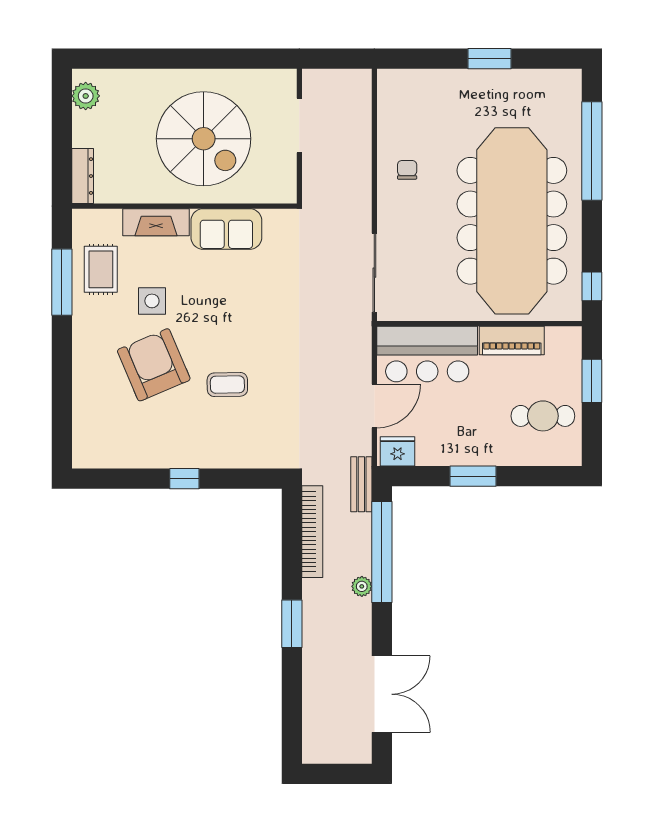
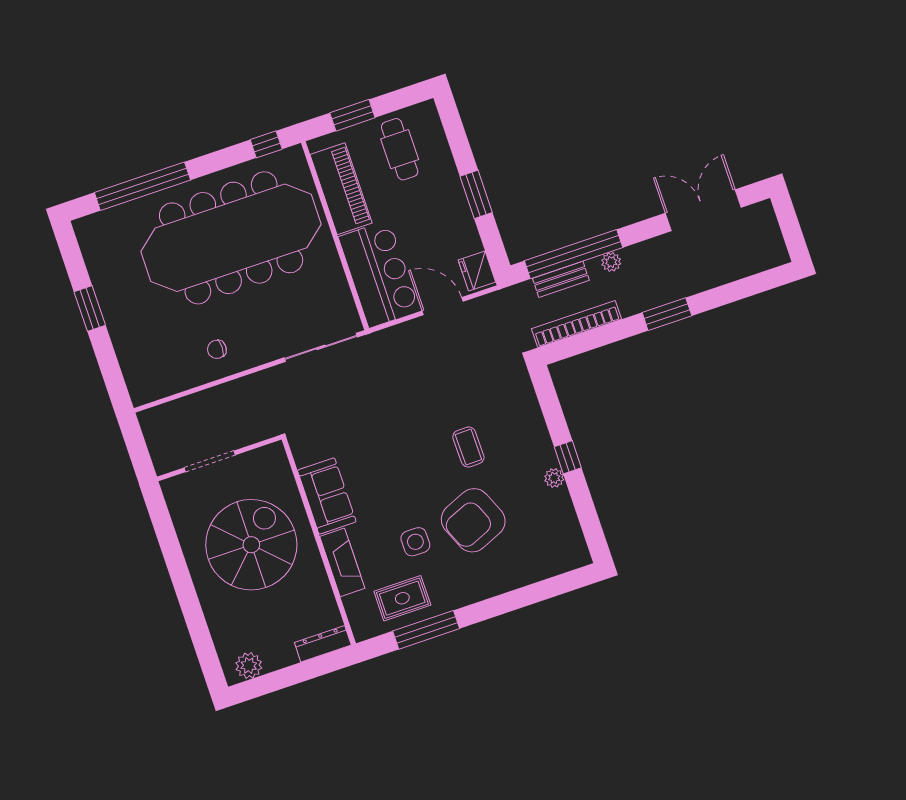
piano: (512, 341) -> (341, 189), width x1.37, depth x1.33
plant: (168, 458) -> (554, 478), added
bench: (361, 484) -> (561, 279), moved

